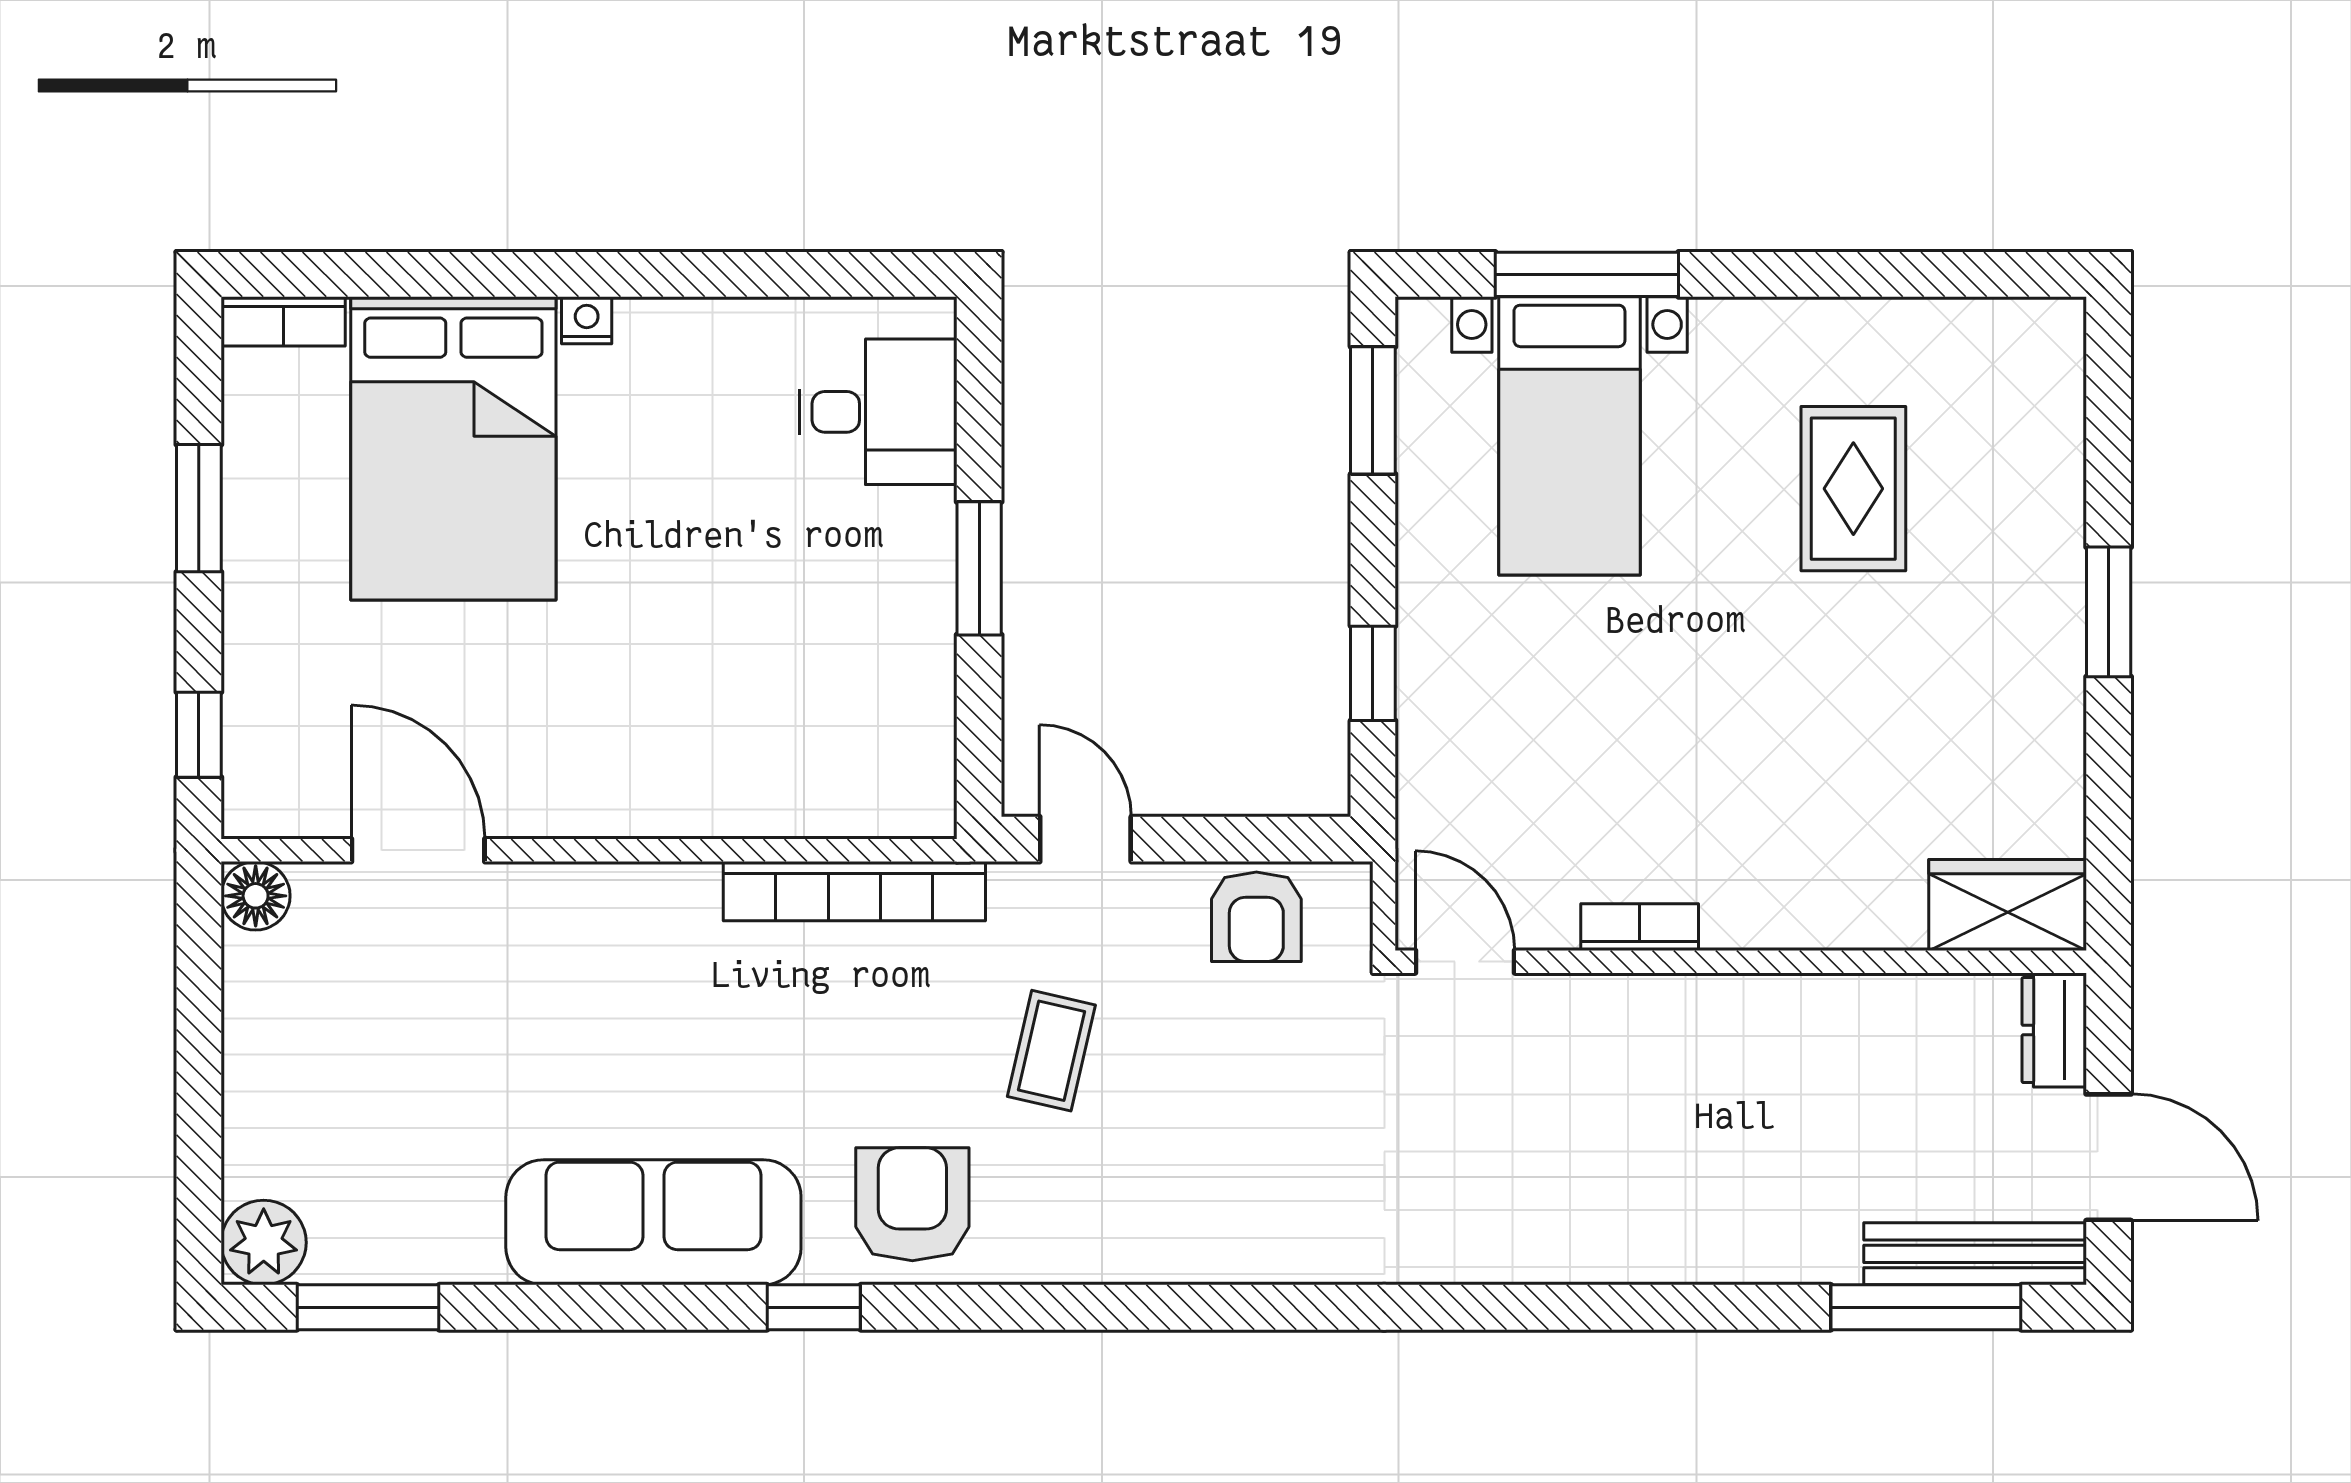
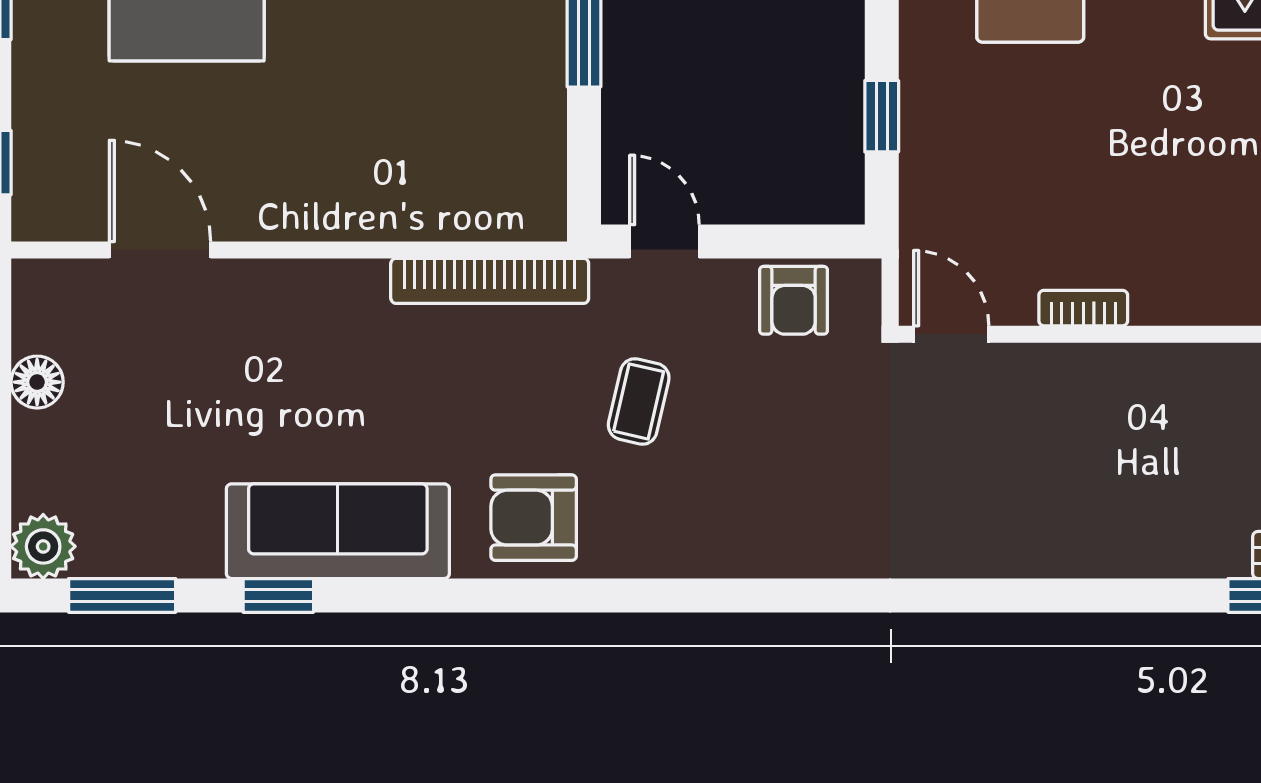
floor lamp: (256, 896) -> (37, 382), moved
armchair: (912, 1204) -> (534, 518), turned -90
window: (814, 1307) -> (278, 595), moved

